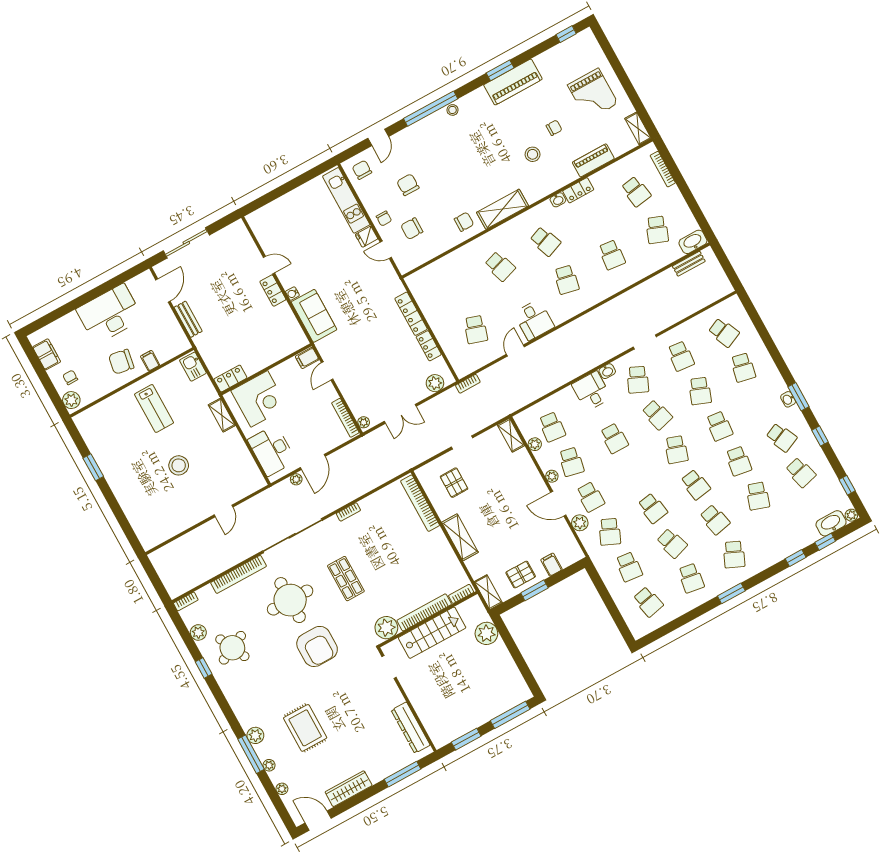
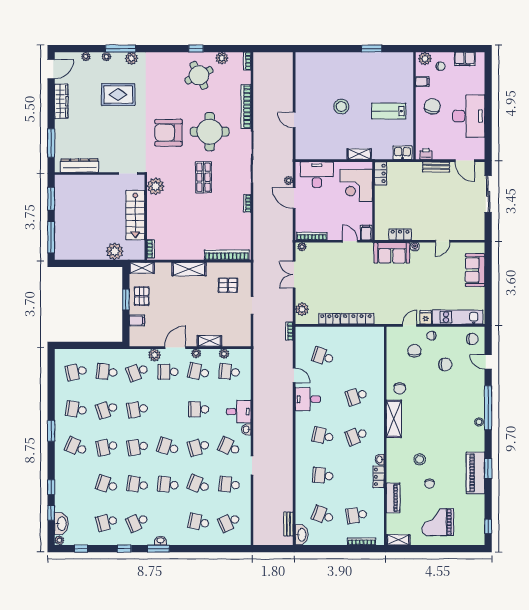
sofa: (281, 210) -> (475, 270), added
locker: (273, 291) -> (400, 235), moved
printer: (180, 339) -> (426, 154), added
filing cabinet: (150, 361) -> (422, 82), moved
shelving: (511, 435) -> (209, 341), moved
school desk: (610, 532) -> (137, 372), turned -45
shop shelf: (346, 579) -> (203, 177), turned 90
bookcase: (424, 612) -> (152, 217), removed

